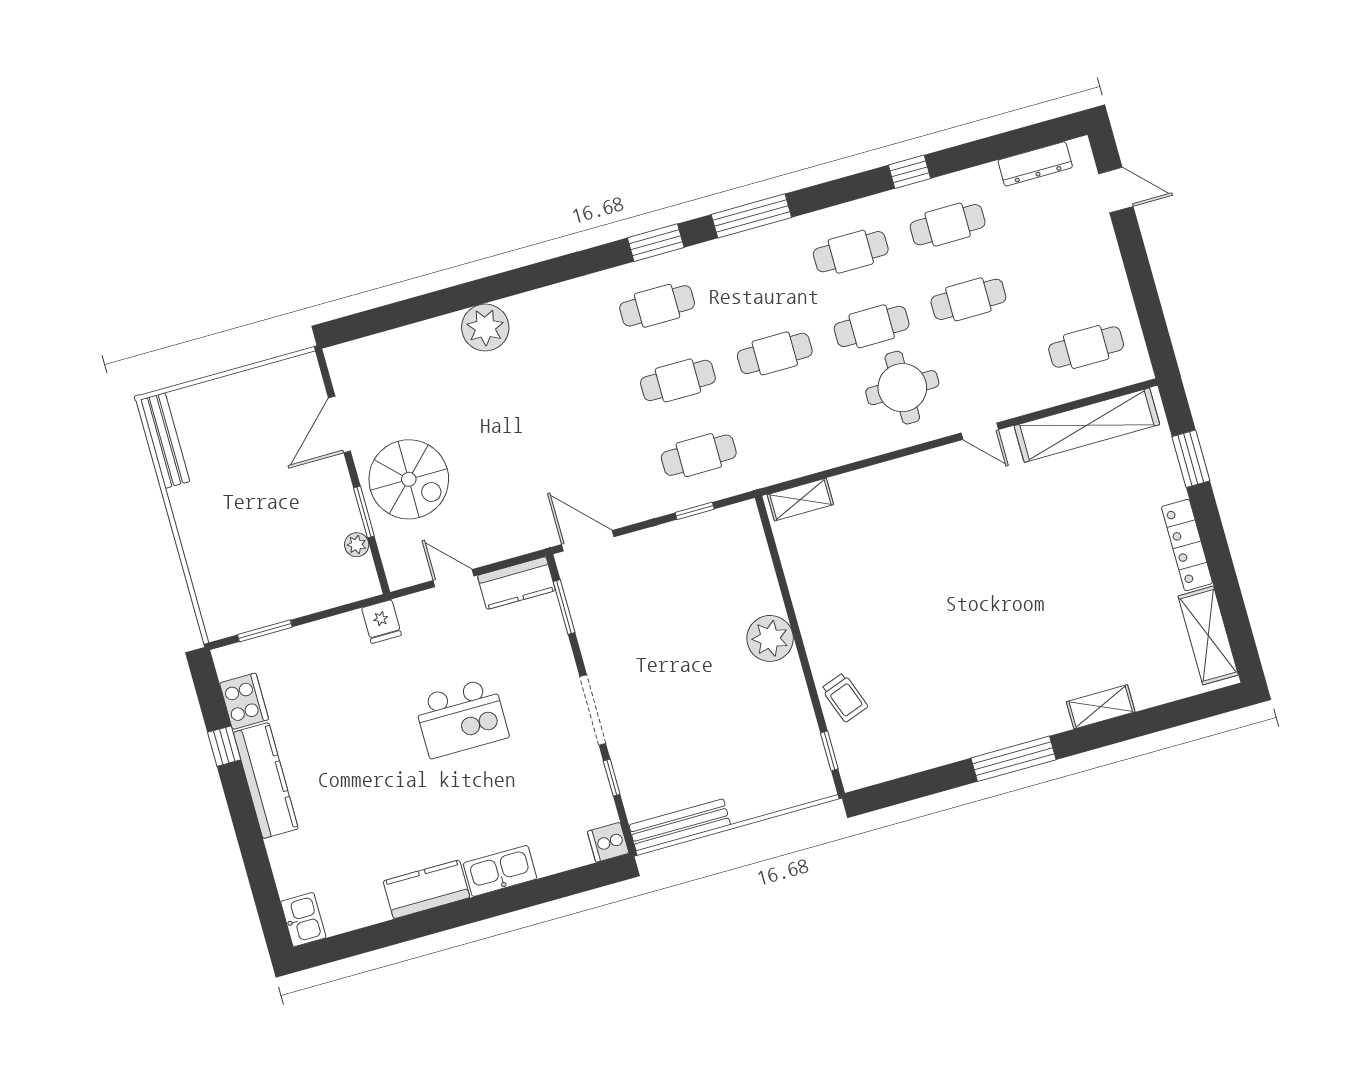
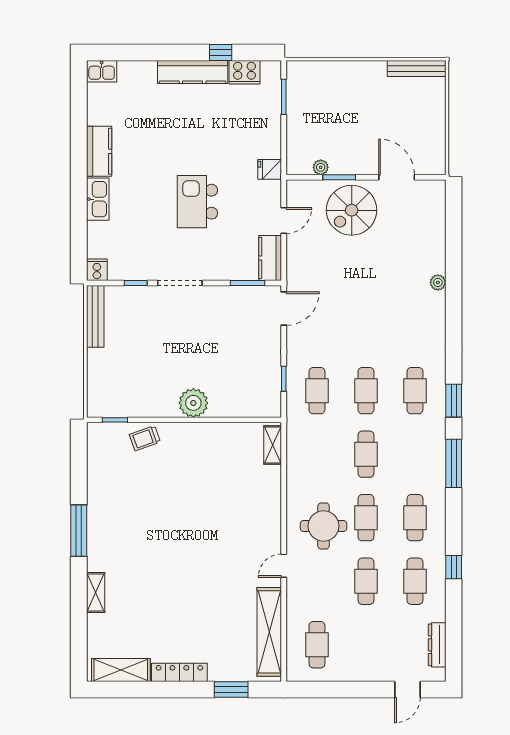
plant: (485, 328) -> (438, 282), width x0.53, depth x0.53

